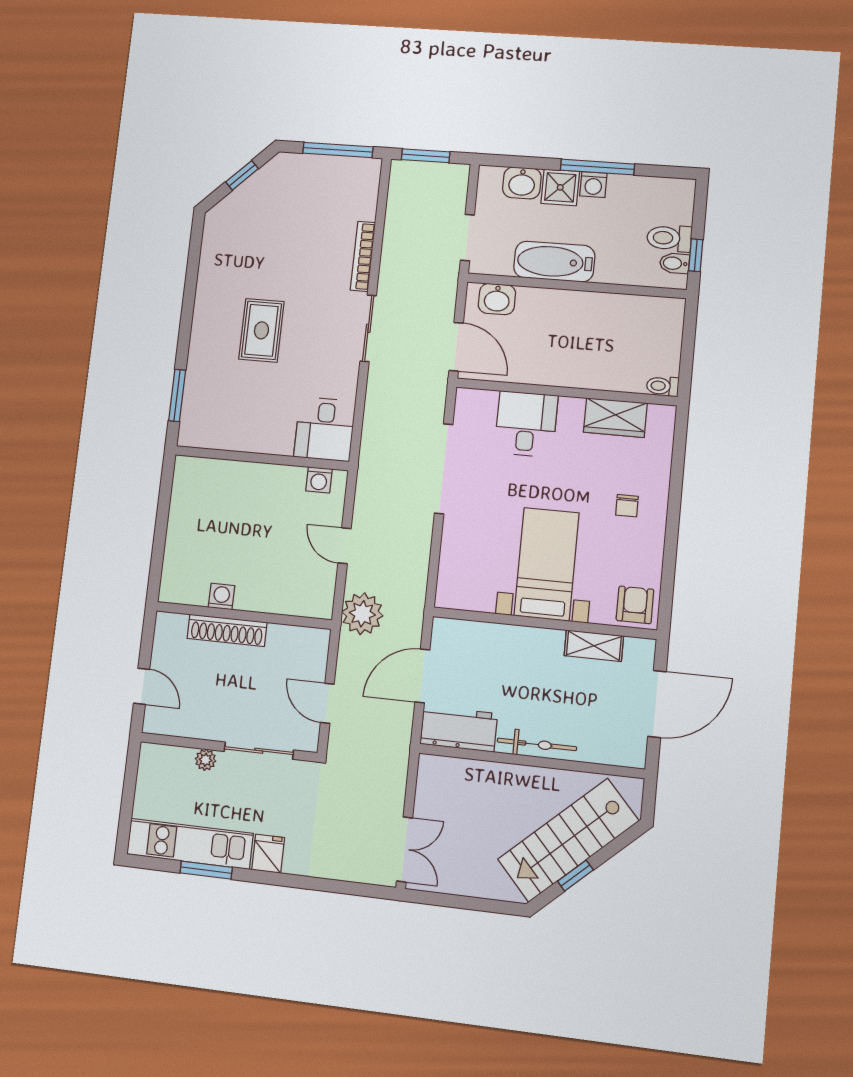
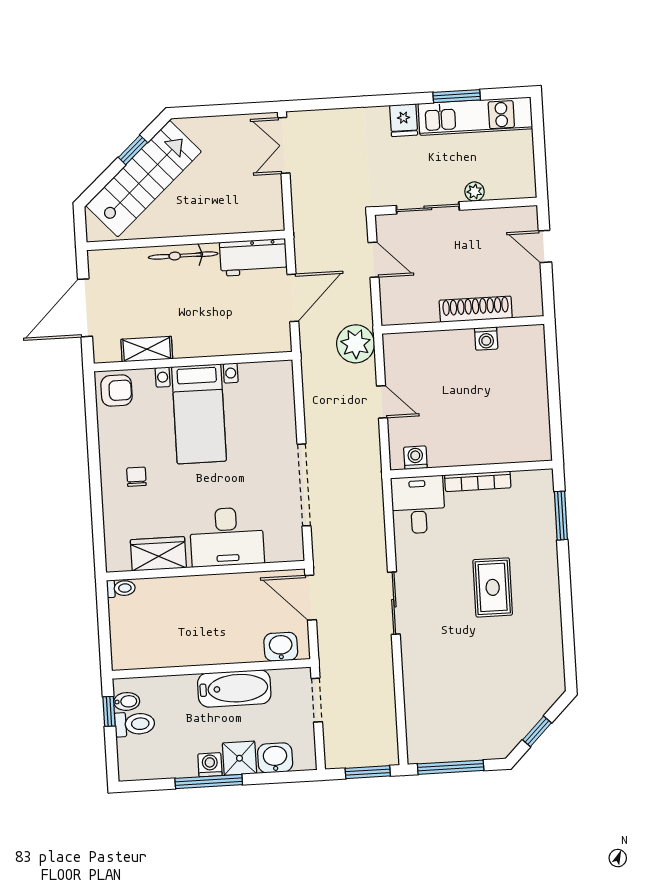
bookcase: (363, 256) -> (478, 481), moved, turned 90
desk: (526, 424) -> (227, 537), width x1.37
armchair: (635, 605) -> (117, 390), turned -90

